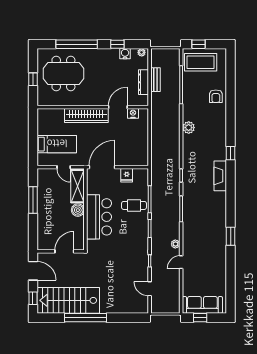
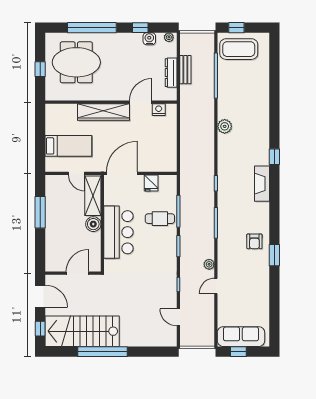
armchair: (216, 96) -> (254, 241), moved

